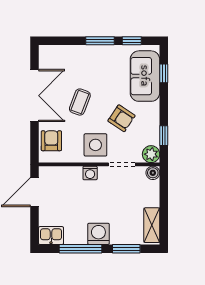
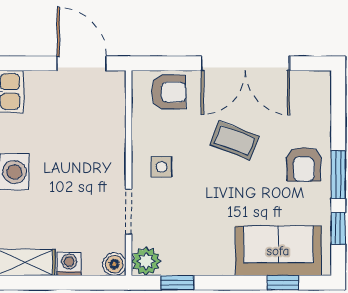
armchair: (121, 118) -> (304, 164), moved, turned -34
side table: (95, 145) -> (162, 167), width x0.54, depth x0.54
washing machine: (90, 173) -> (69, 264), moved, turned 90

